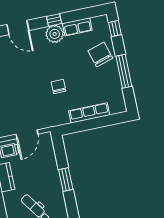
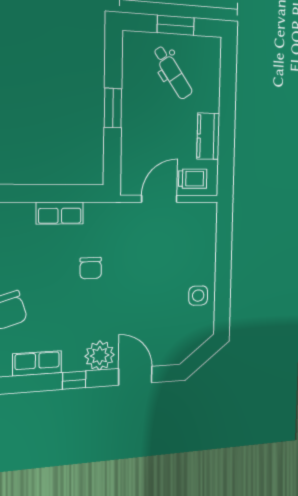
plant: (55, 34) -> (100, 356), moved
row of seats: (89, 113) -> (60, 213), width x0.68

